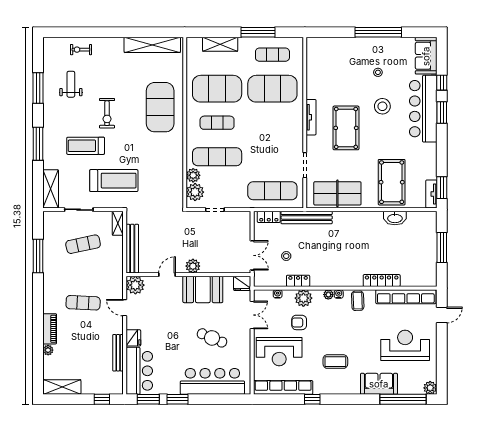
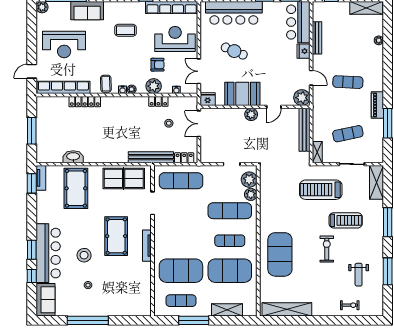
piano: (50, 329) -> (377, 105), moved

